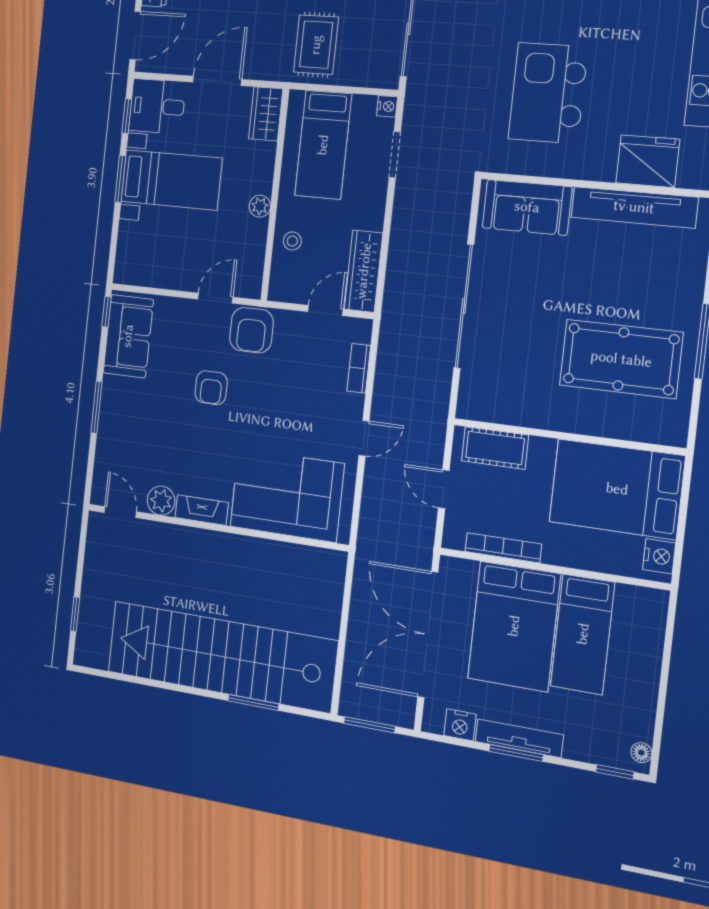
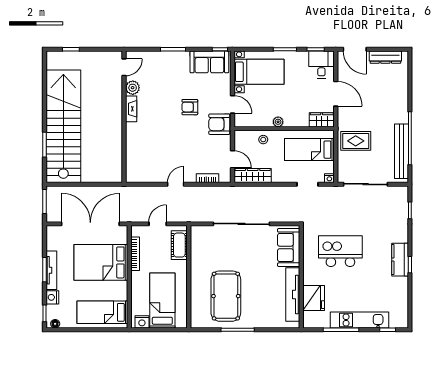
bed with nightstands: (171, 180) -> (259, 72), moved, turned -90
door: (364, 438) -> (176, 184), swing flipped
bed: (617, 489) -> (162, 301), width x0.67
corner sofa: (287, 495) -> (144, 150), removed
bed: (583, 634) -> (102, 312), moved
nightstand: (460, 725) -> (52, 297), moved

